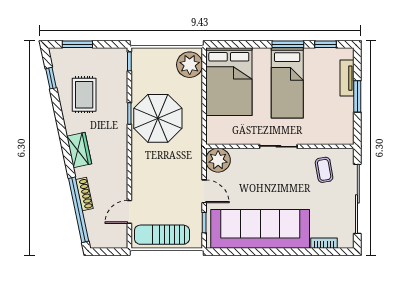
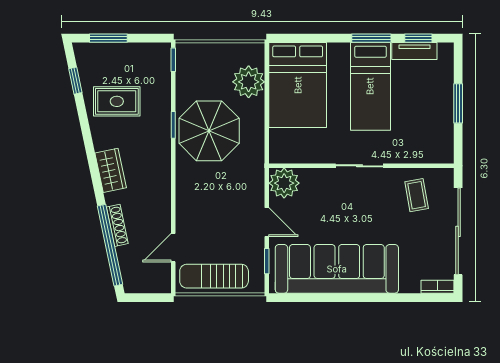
plant: (190, 65) -> (249, 82), moved
tv unit: (347, 78) -> (414, 51), moved, turned -90
rug: (84, 95) -> (117, 101), turned 90
bookcase: (324, 243) -> (437, 287), moved

